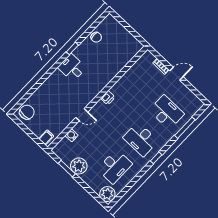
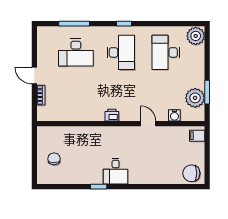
chair: (96, 37) -> (54, 159), moved
desk: (167, 112) -> (76, 52), turned -90
plant: (79, 166) -> (195, 98), moved
desk: (115, 166) -> (166, 52), turned -90

